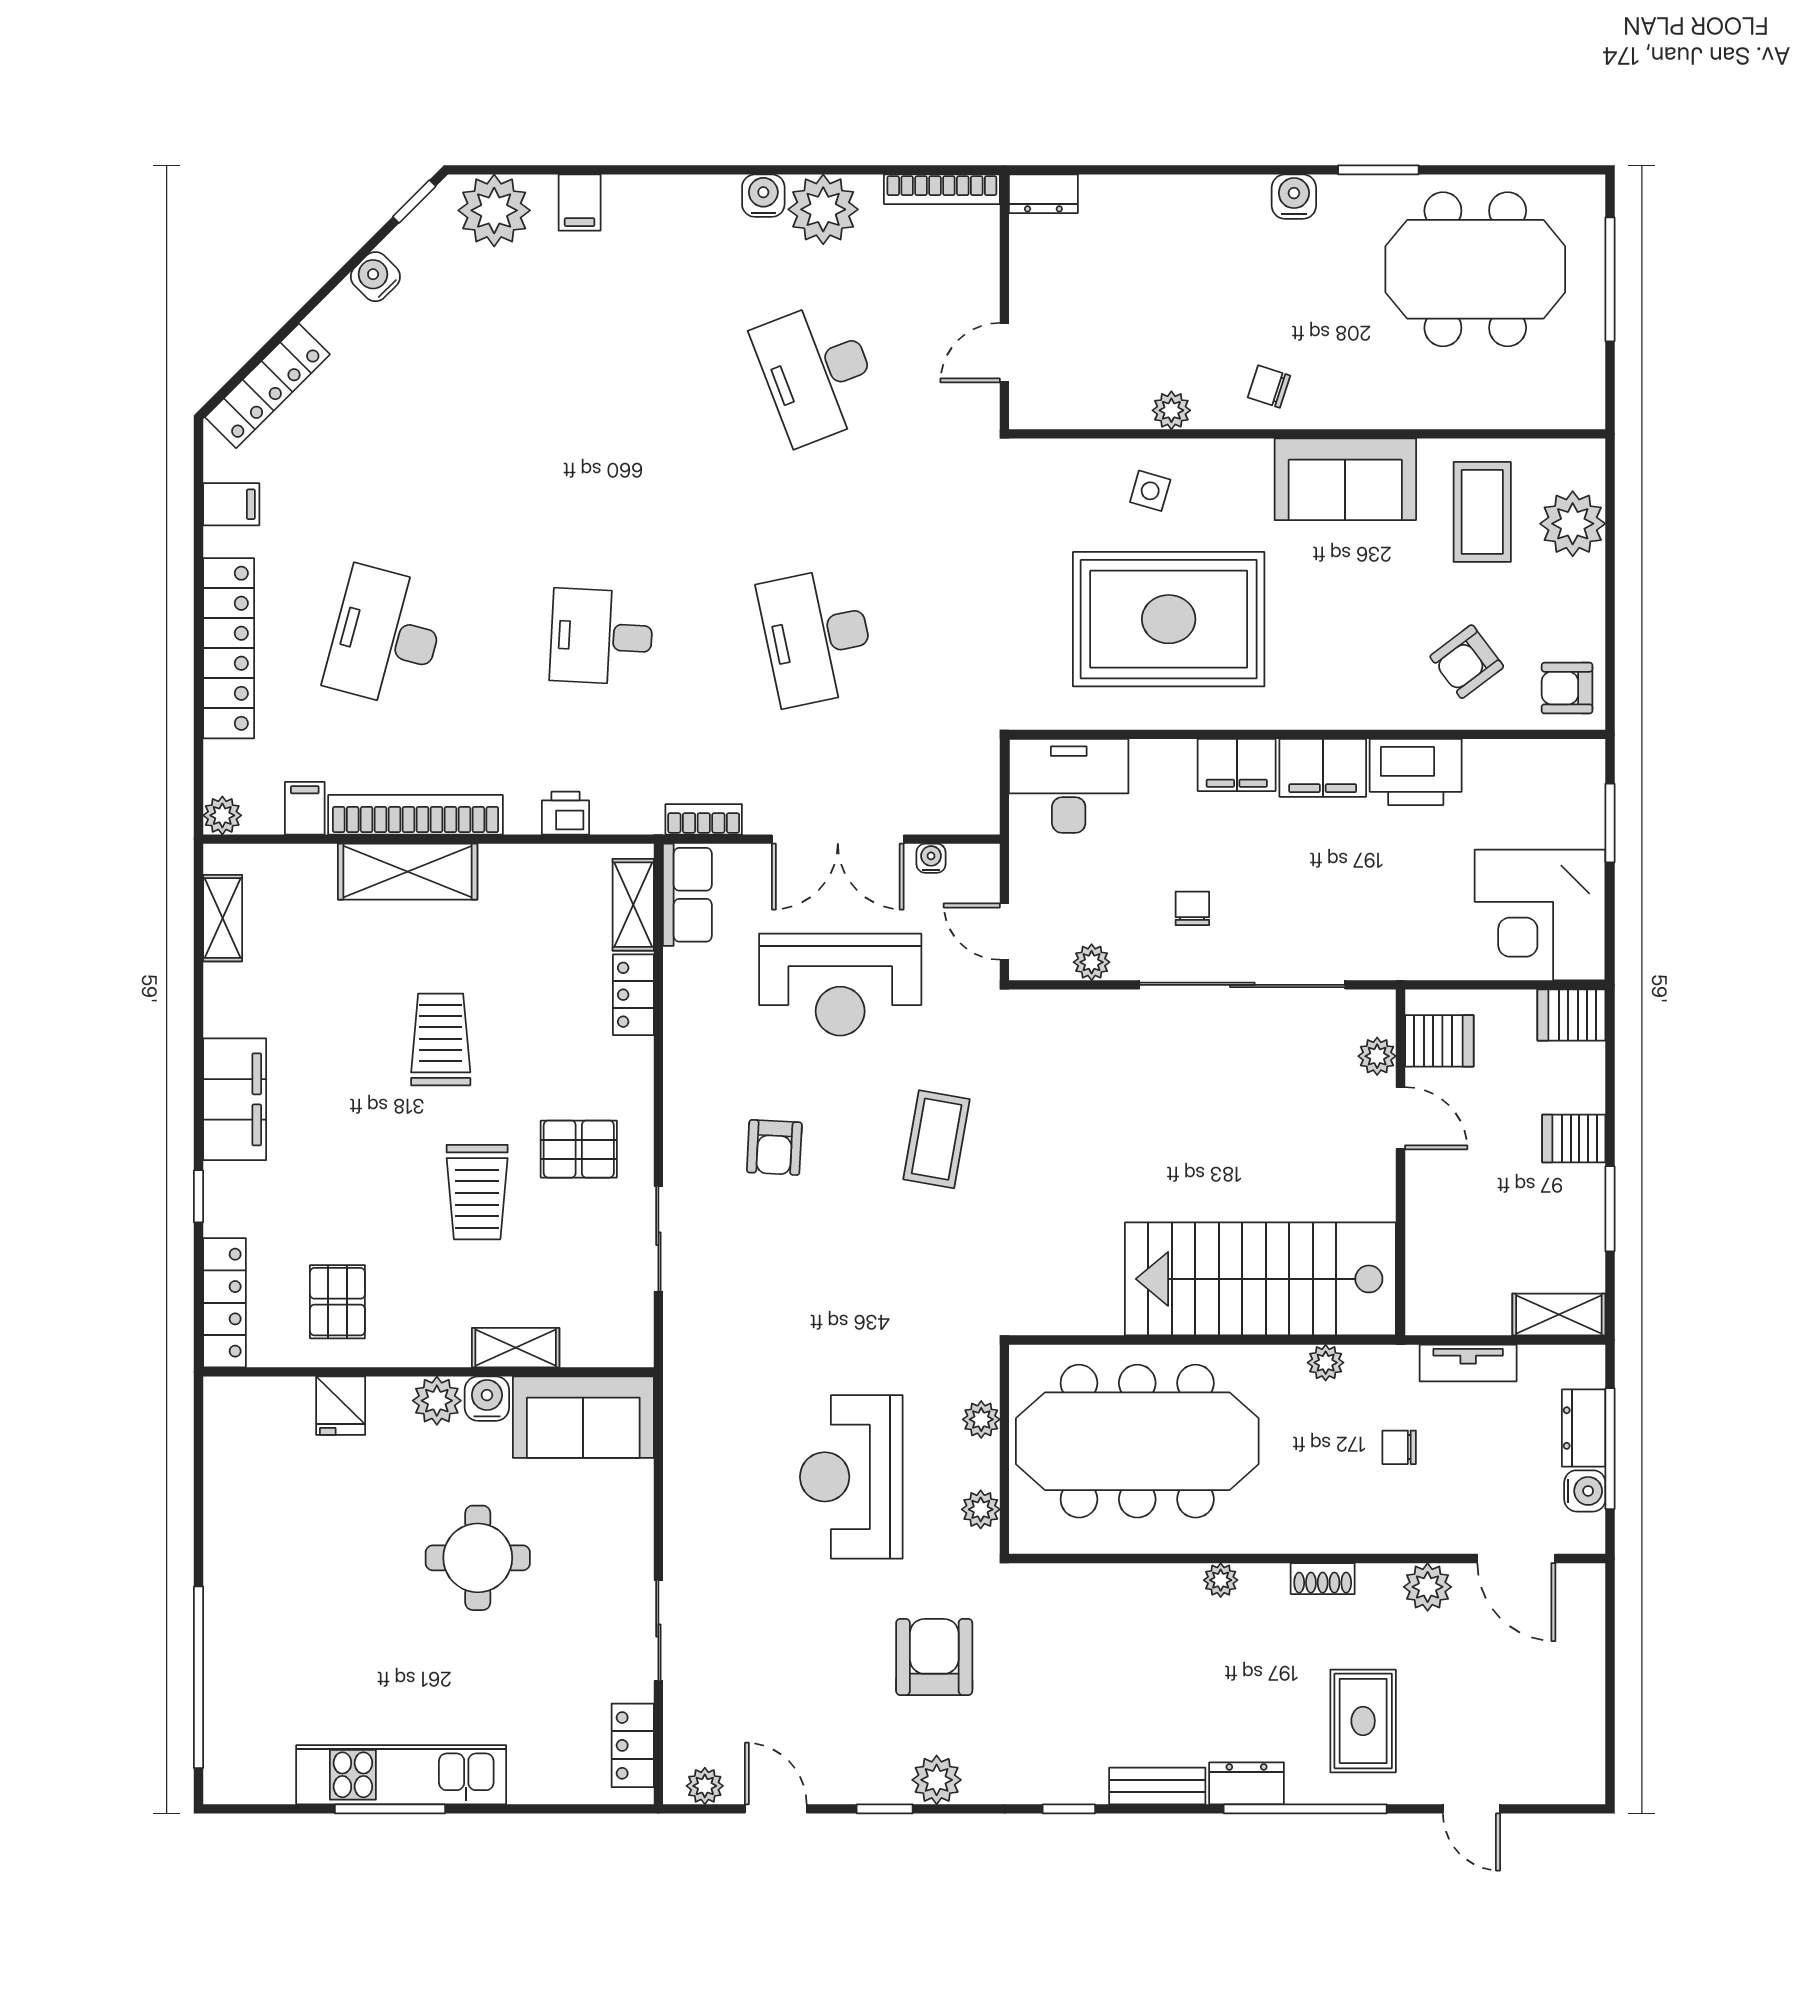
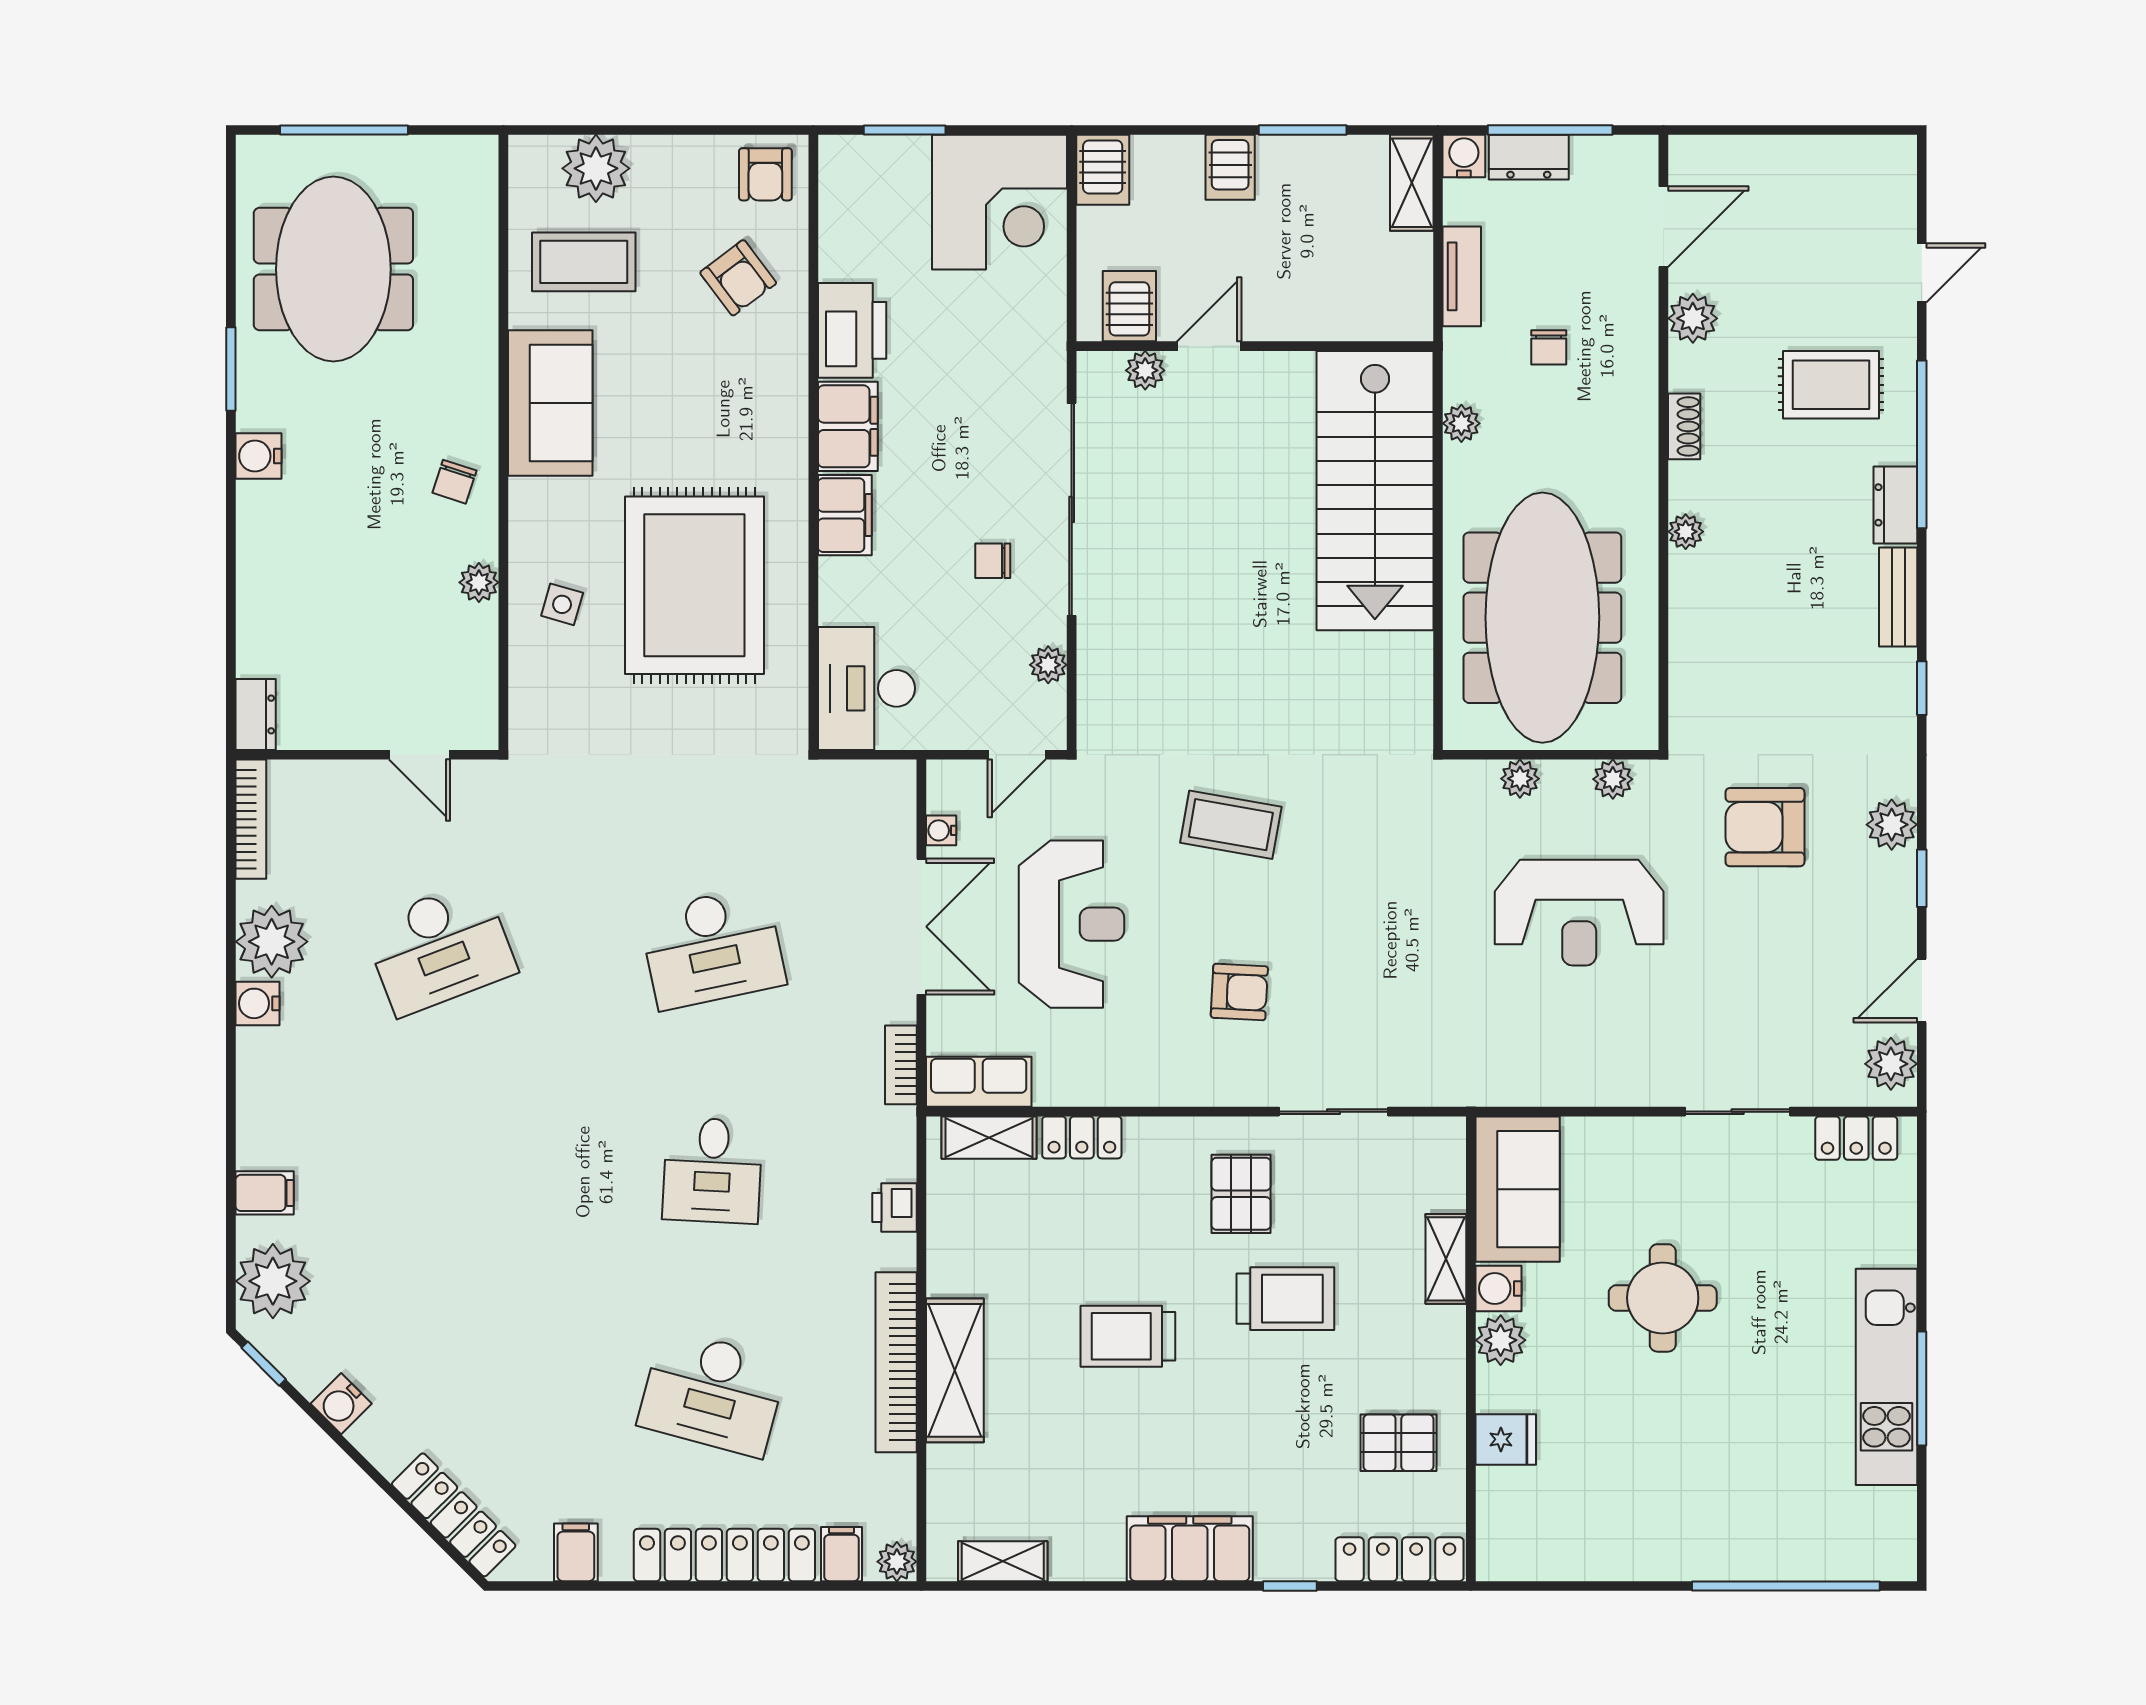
filing cabinet: (305, 808) -> (842, 1554), moved, turned 90
water cooler: (1585, 1491) -> (1464, 156), moved
plant: (705, 1786) -> (1891, 1064), width x1.38, depth x1.38

